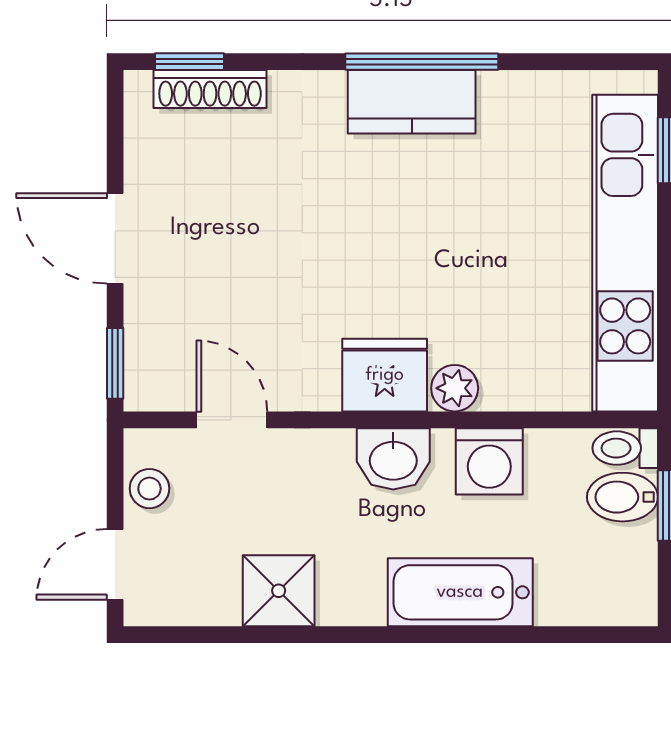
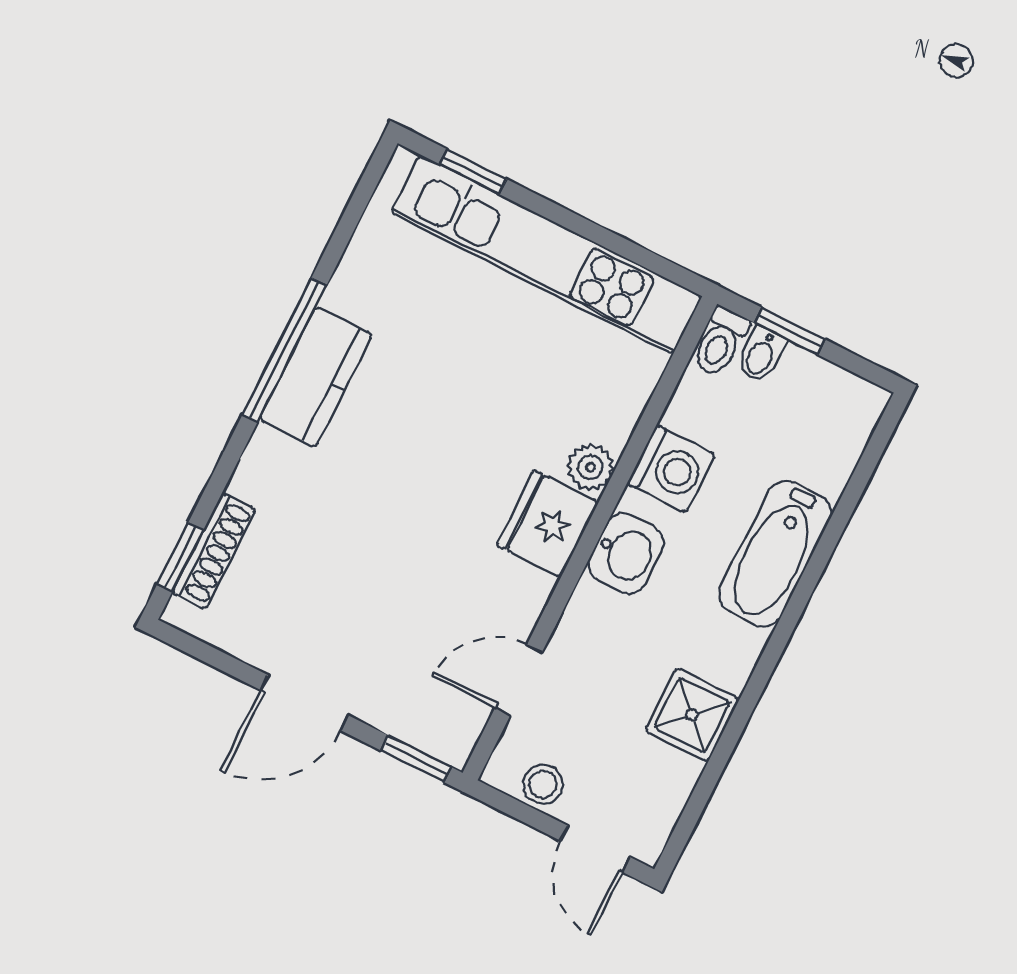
bidet: (622, 497) -> (761, 355), width x0.72, depth x0.74

